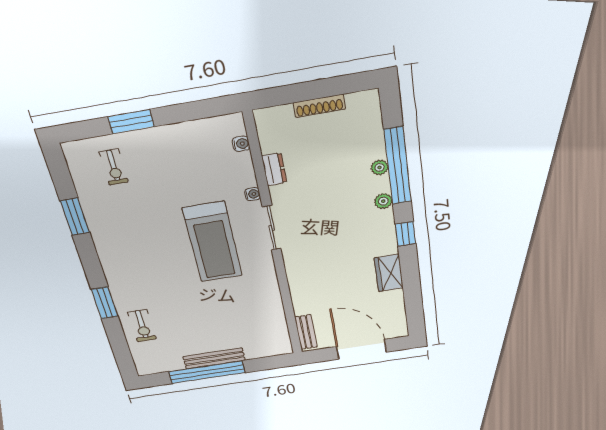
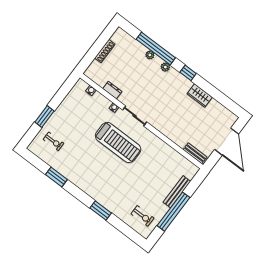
exercise bike: (142, 326) -> (142, 216), moved
door: (361, 349) -> (227, 142), swing flipped
bench: (214, 358) -> (177, 192), moved

